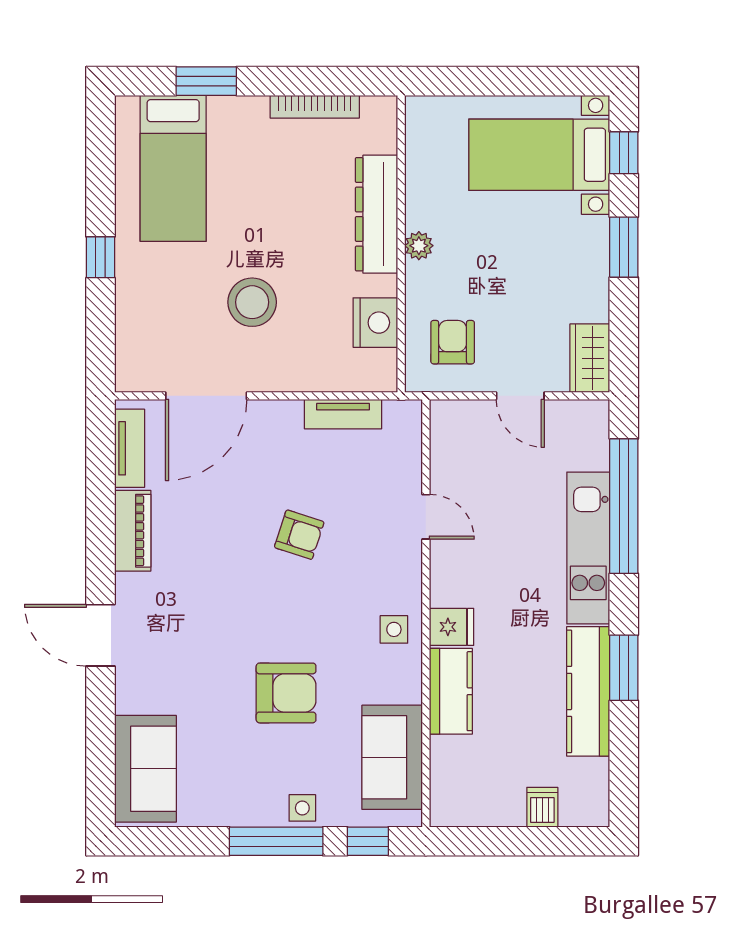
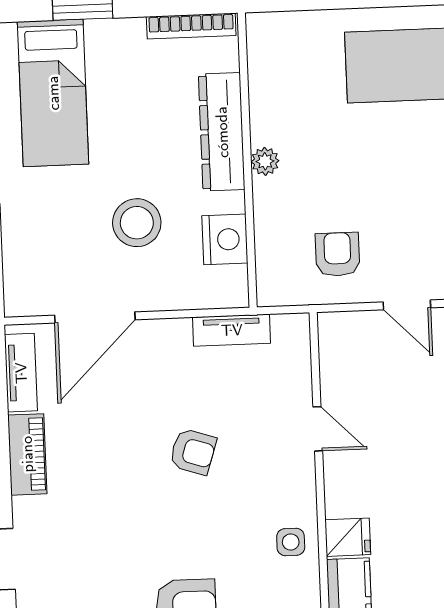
dresser: (376, 214) -> (222, 132), moved
wall: (401, 244) -> (247, 160), moved
plant: (419, 246) -> (265, 161), moved
nightstand: (375, 323) -> (225, 239), moved

